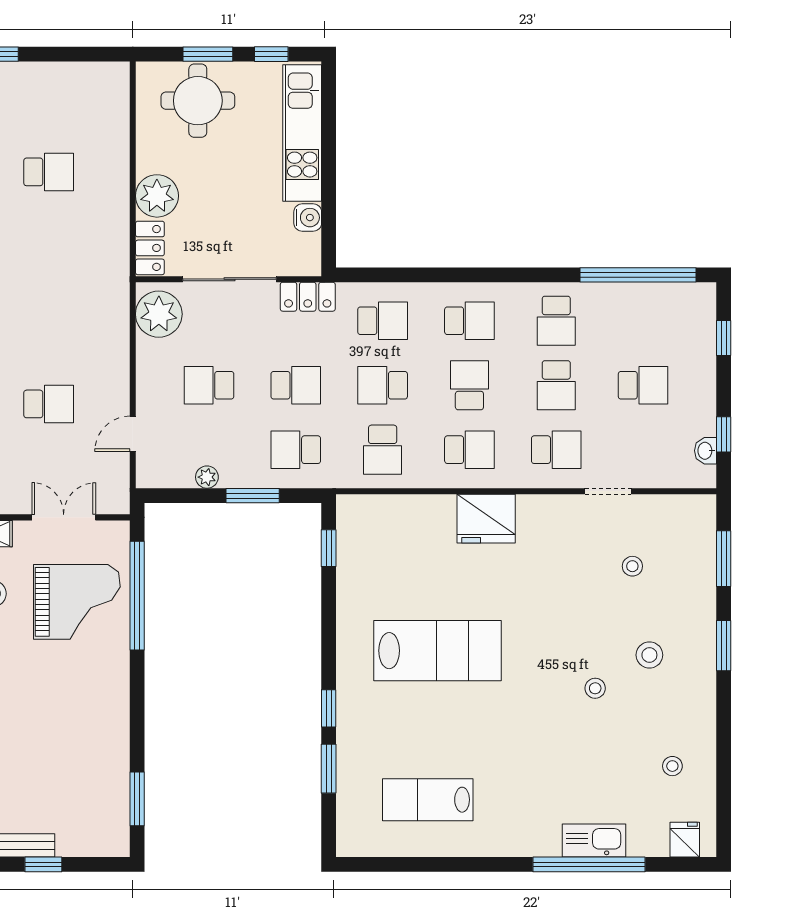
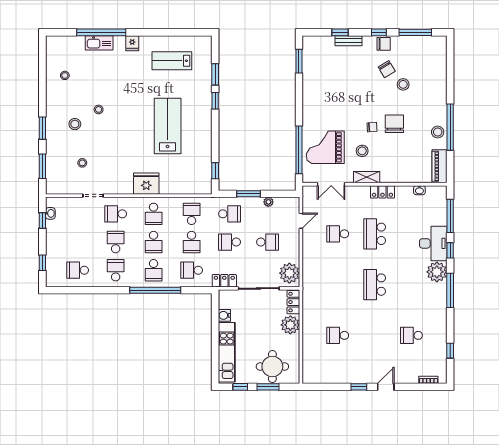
window: (638, 275) -> (155, 290), moved
school desk: (469, 321) -> (154, 270), turned -90
school desk: (383, 385) -> (192, 242), turned 90
school desk: (643, 385) -> (78, 270), moved
school desk: (469, 450) -> (154, 214), turned -90
lab bench: (438, 651) -> (168, 126), turned 90
lab bench: (428, 800) -> (172, 61), turned 180
fridge: (685, 840) -> (132, 43), moved

